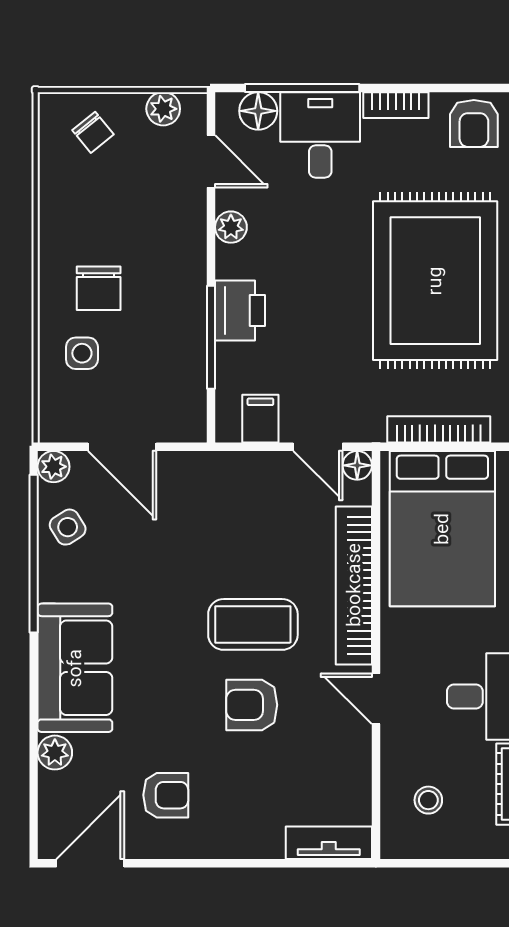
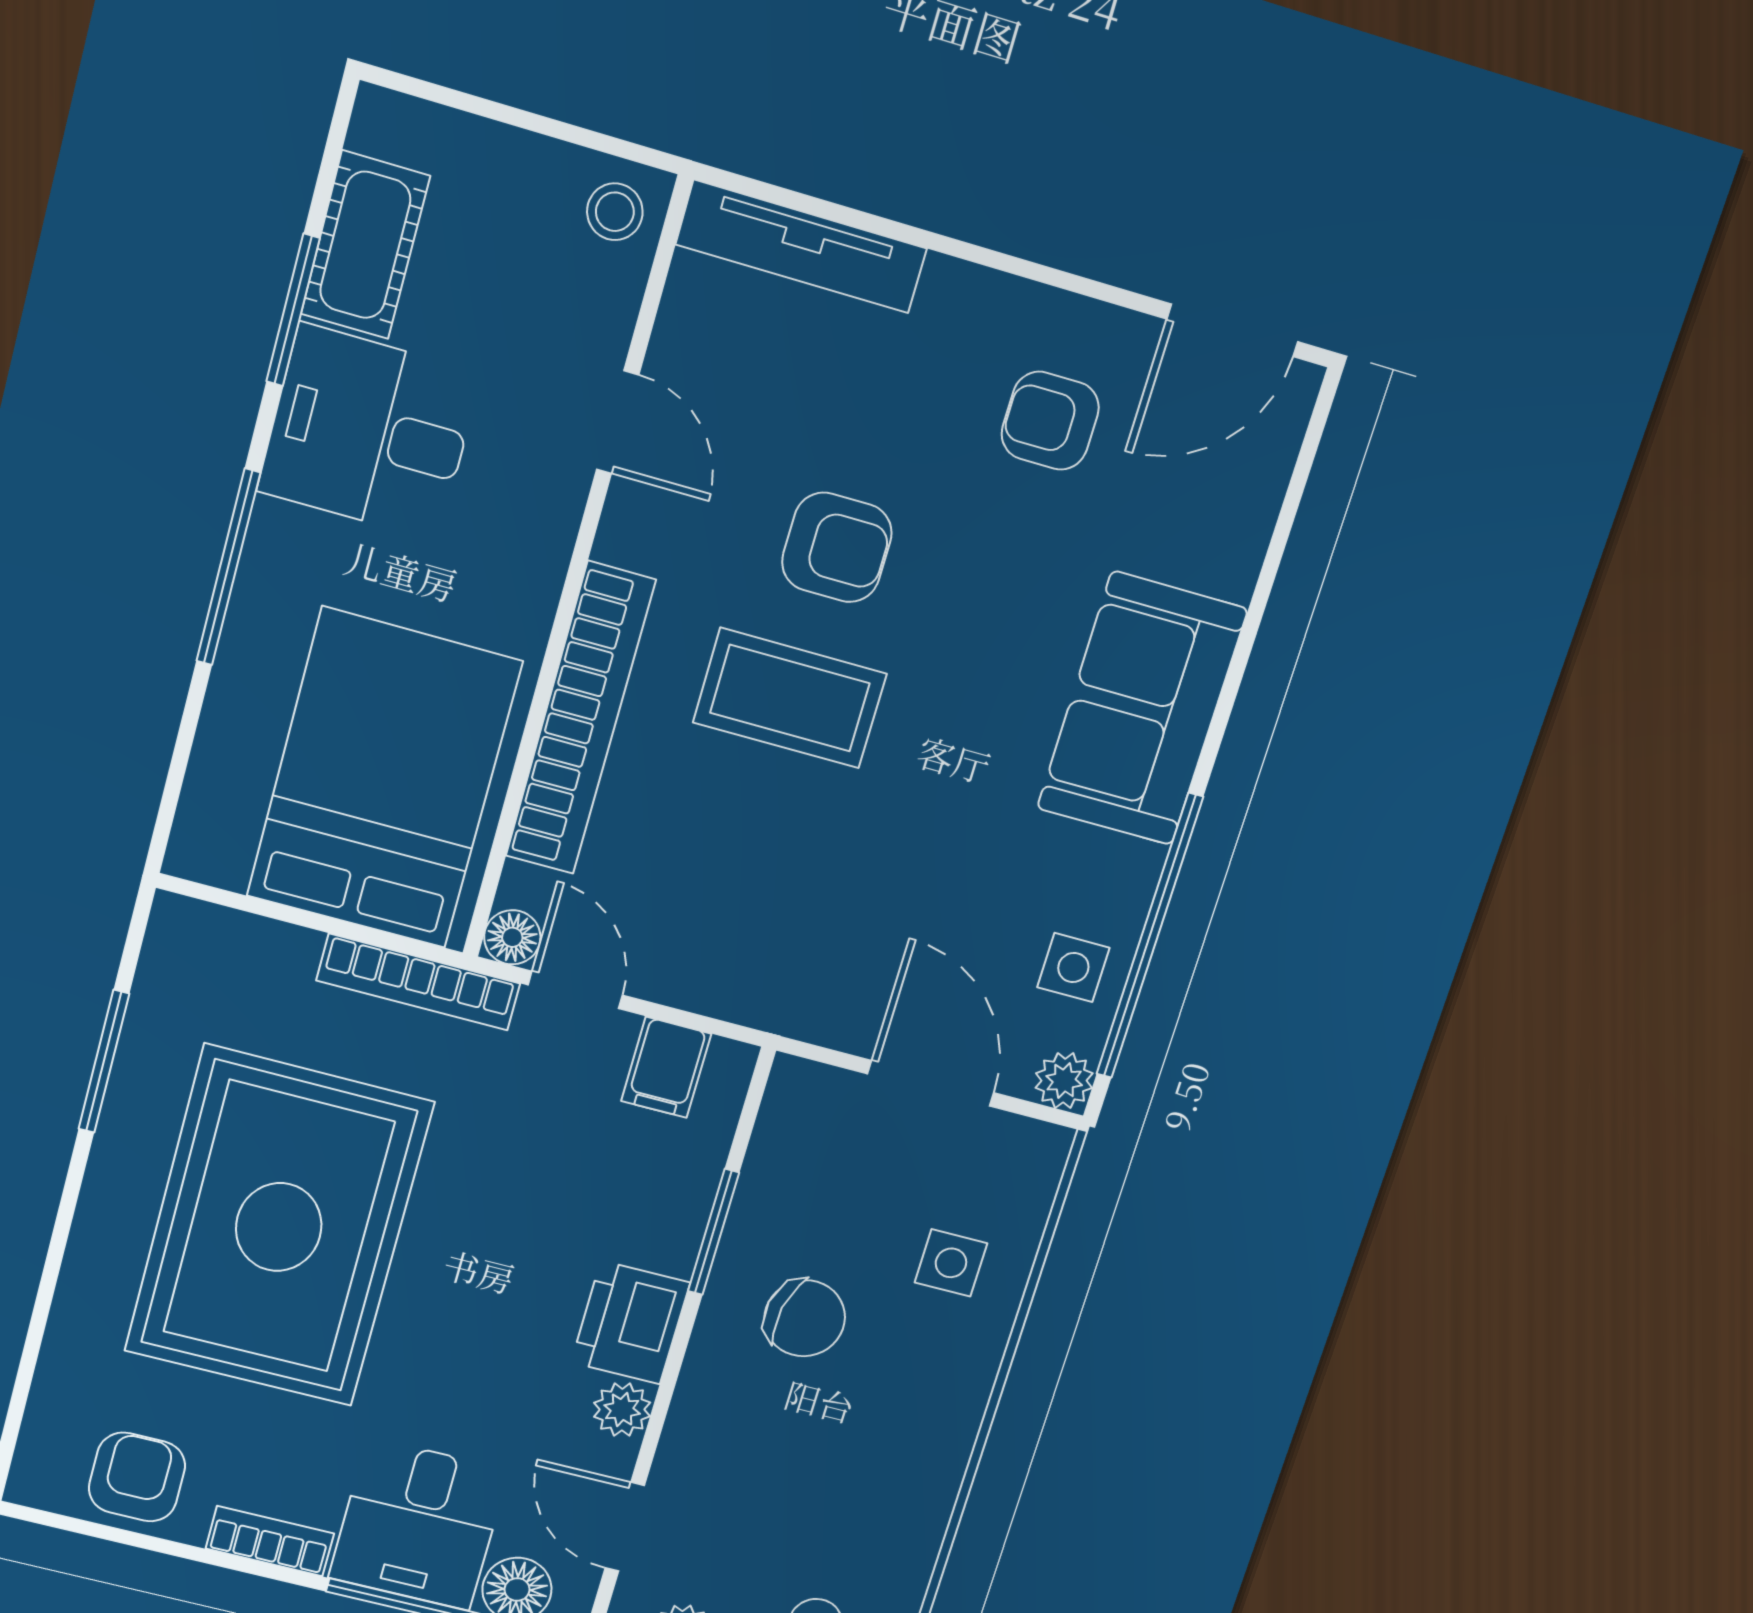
chair: (99, 288) -> (805, 1318), moved, turned 101
printer: (240, 311) -> (631, 1323), moved
window: (211, 337) -> (713, 1232), width x0.69
bookcase: (439, 429) -> (418, 982), moved
side table: (68, 527) -> (1073, 967), turned 32
door: (376, 699) -> (618, 422), moved
plant: (55, 753) -> (1230, 561), removed
stool: (428, 800) -> (615, 212), moved
tv unit: (329, 843) -> (801, 247), width x1.41

